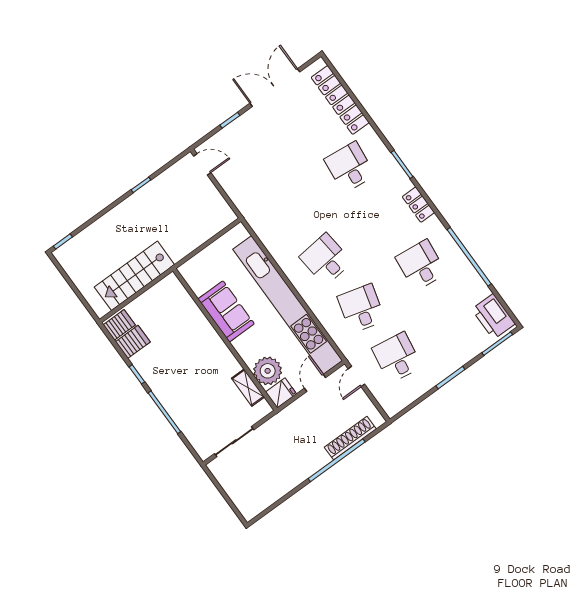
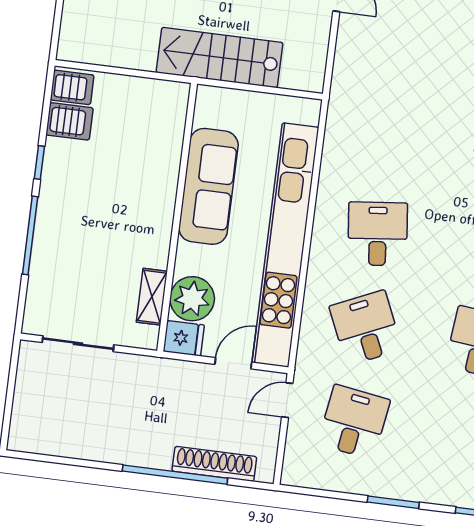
stairs: (134, 276) -> (220, 58), moved
desk: (361, 308) -> (366, 328), turned -39
sofa: (226, 311) -> (208, 186), width x1.36

